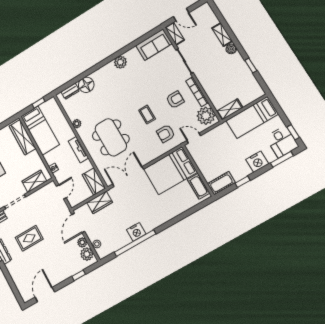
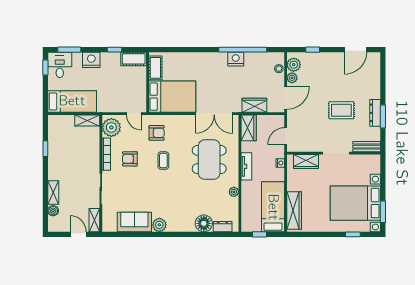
sofa: (154, 45) -> (134, 222), moved
boiler: (231, 49) -> (53, 211), moved

